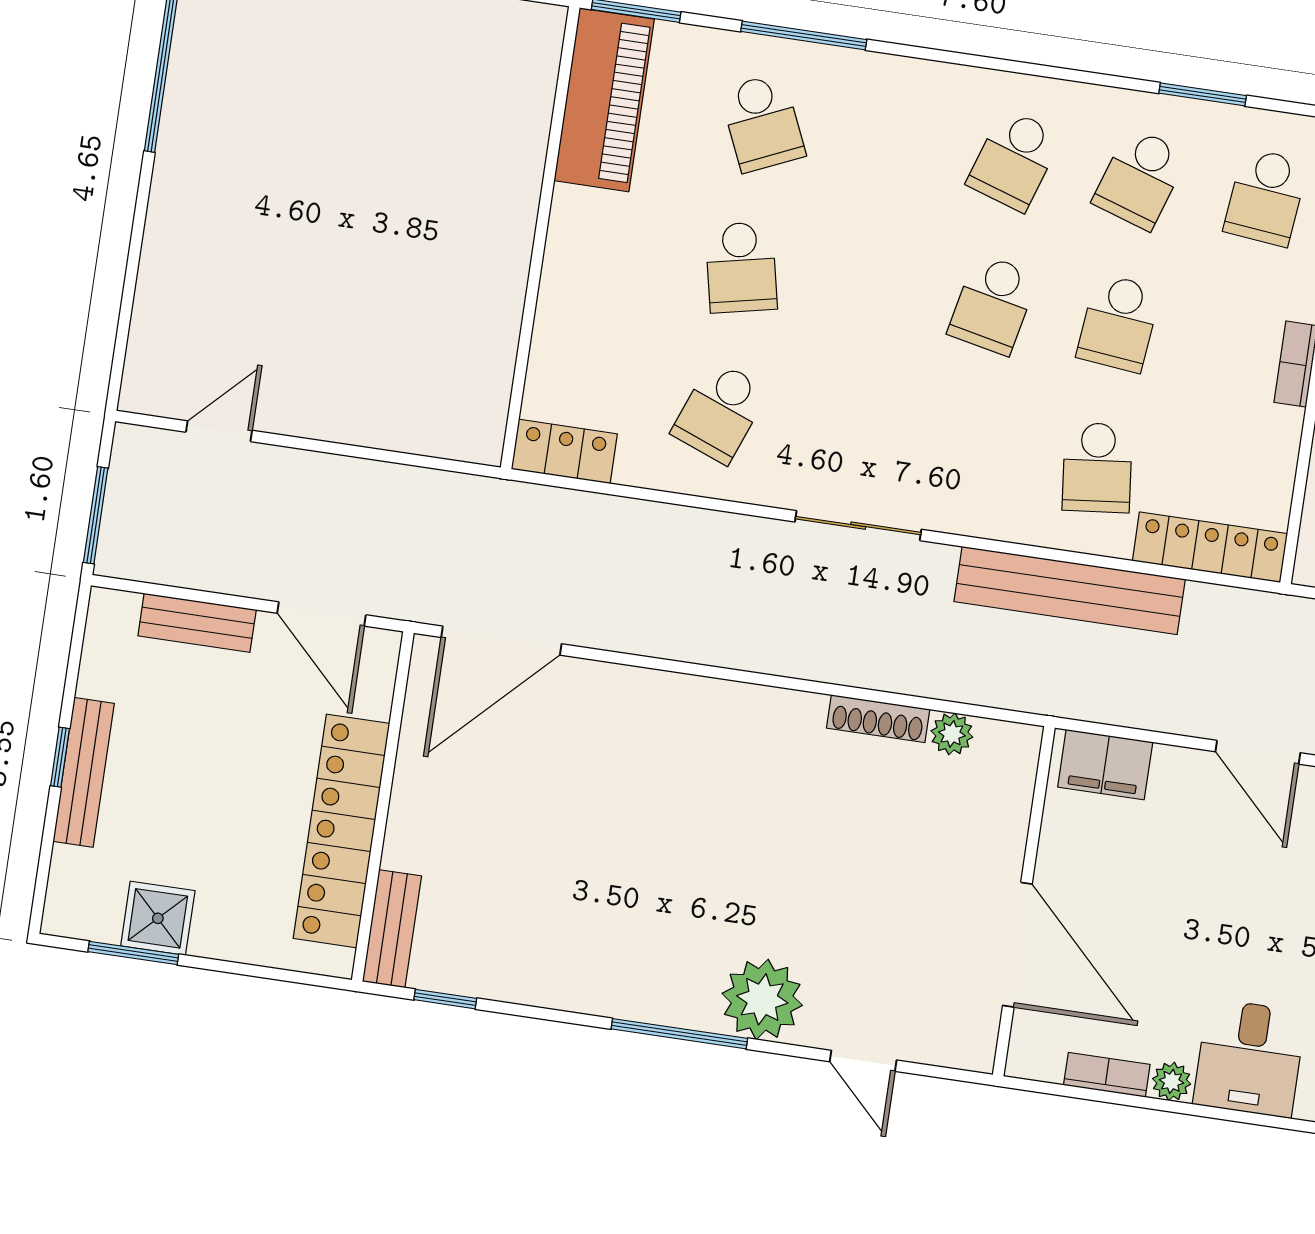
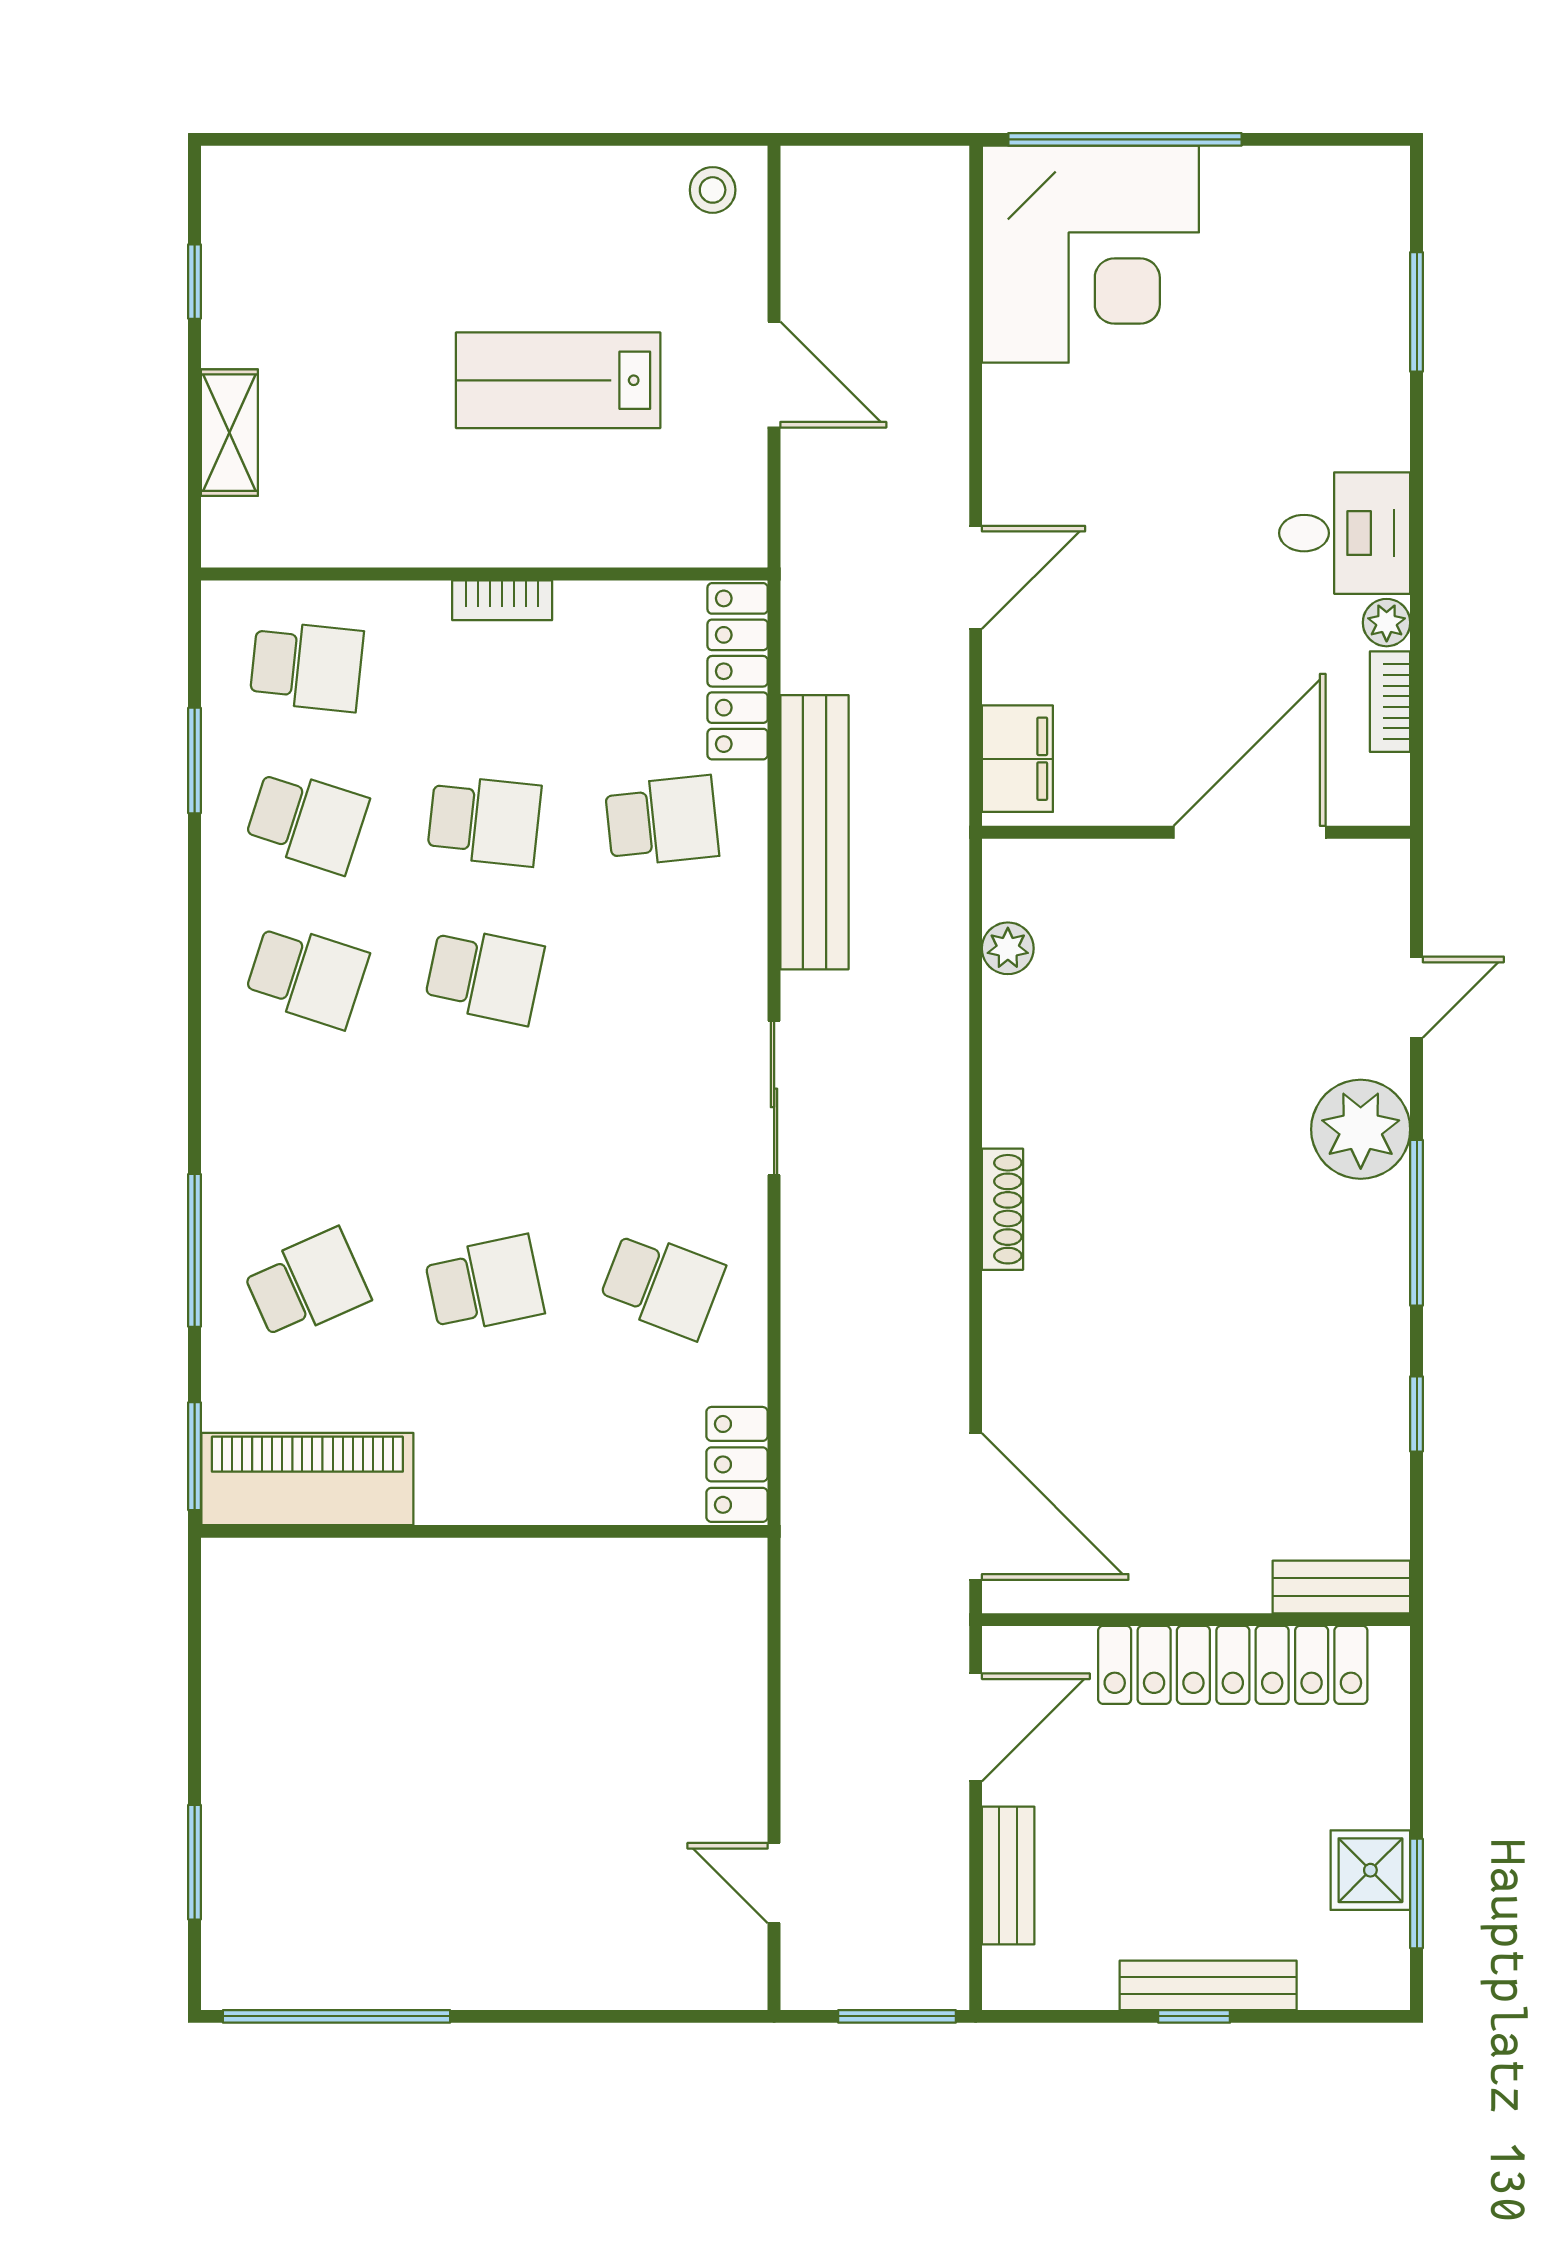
shoe rack: (878, 719) -> (1002, 1209), moved
window: (445, 999) -> (1417, 1414), moved

